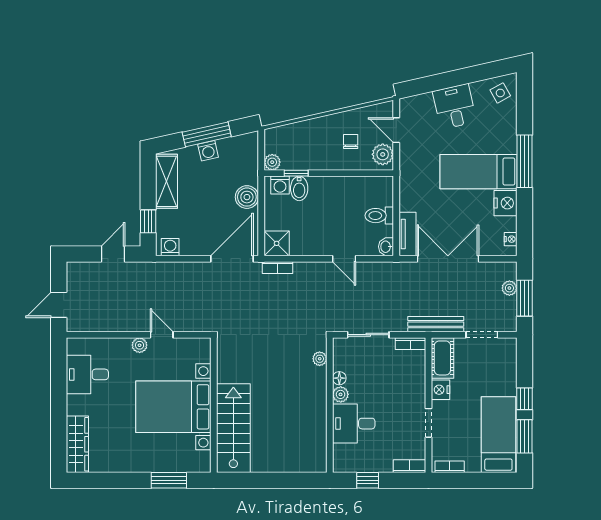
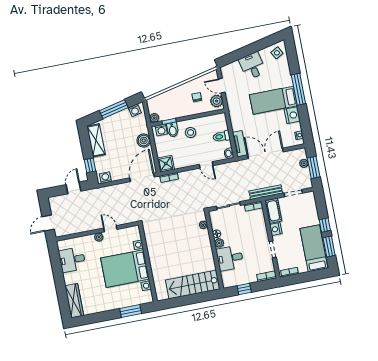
washing machine: (208, 151) -> (135, 110), moved
stool: (329, 199) -> (191, 133), added
stairs: (233, 428) -> (193, 284), moved, turned -90

